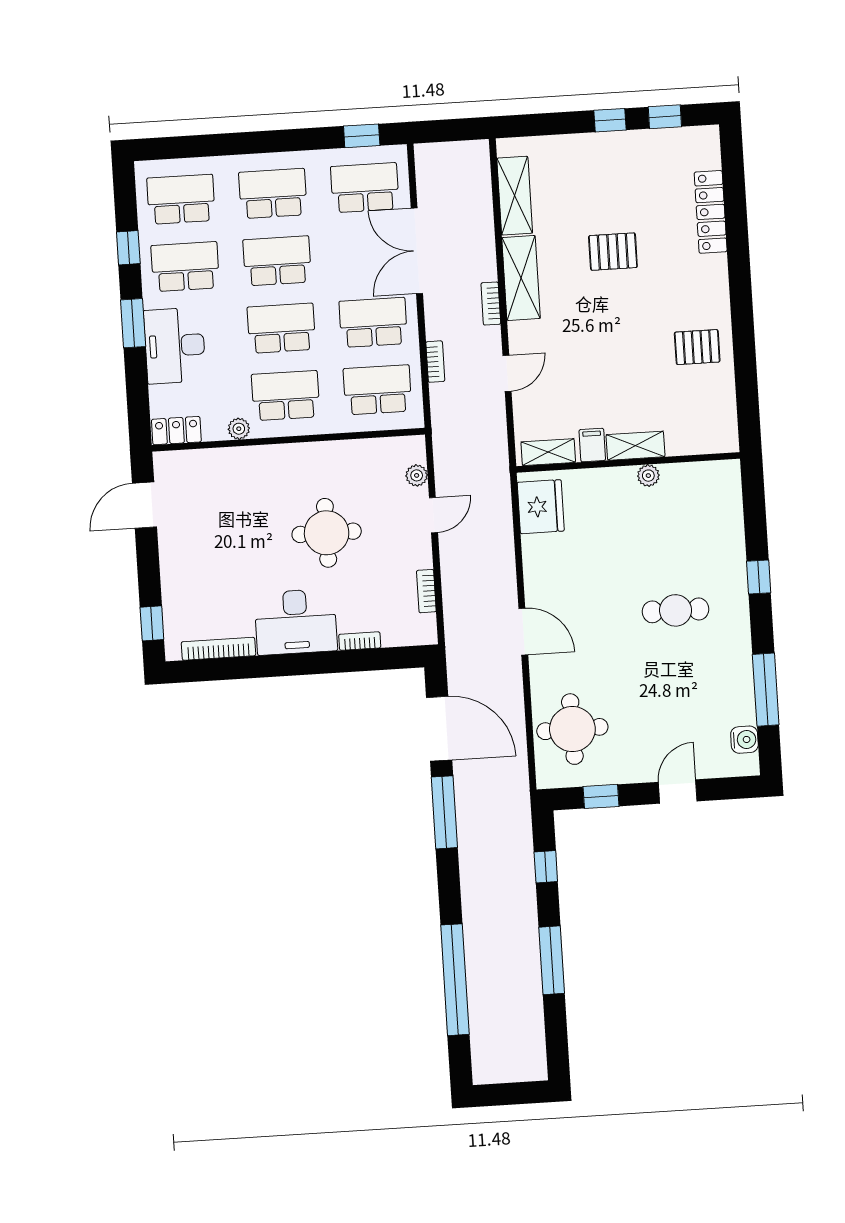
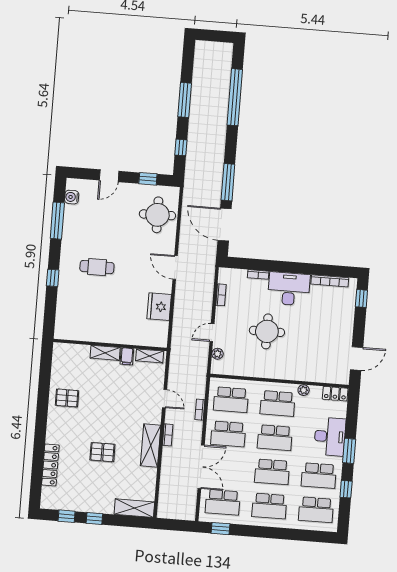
shelving: (515, 196) -> (134, 508), moved, turned 90
door: (507, 373) -> (165, 399), swing flipped
plant: (648, 476) -> (101, 337), removed
fridge: (541, 507) -> (159, 307), moved

